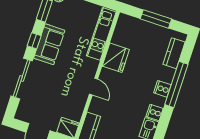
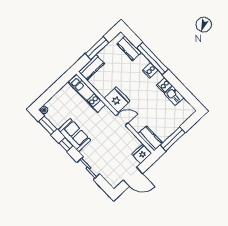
kitchen counter: (132, 24) -> (92, 68), added
fridge: (116, 58) -> (117, 100), moved
sliding door: (22, 79) -> (88, 168), width x0.73

